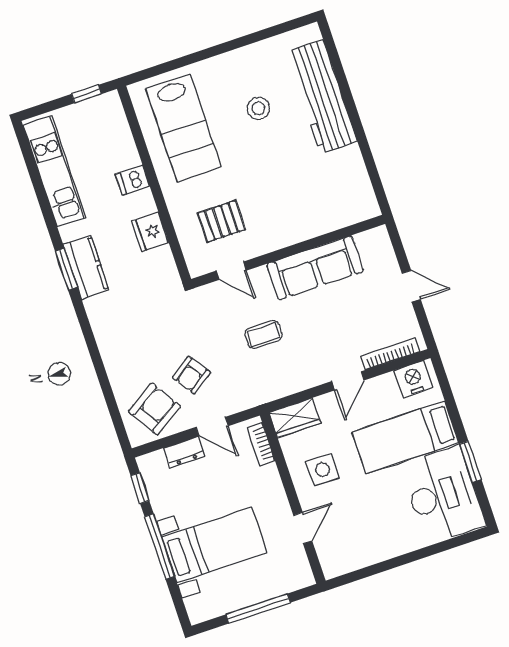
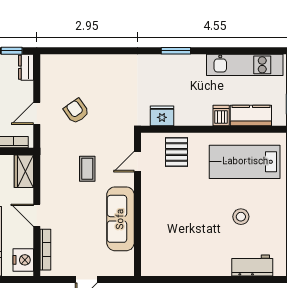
workbench: (322, 97) -> (252, 265), width x0.53, depth x0.76
pallet: (222, 221) -> (176, 152), moved
fridge: (150, 232) -> (162, 116), moved
kitchen counter: (86, 267) -> (251, 116), moved, turned 180
armchair: (154, 409) -> (62, 78), removed
dresser: (184, 452) -> (26, 67), moved

